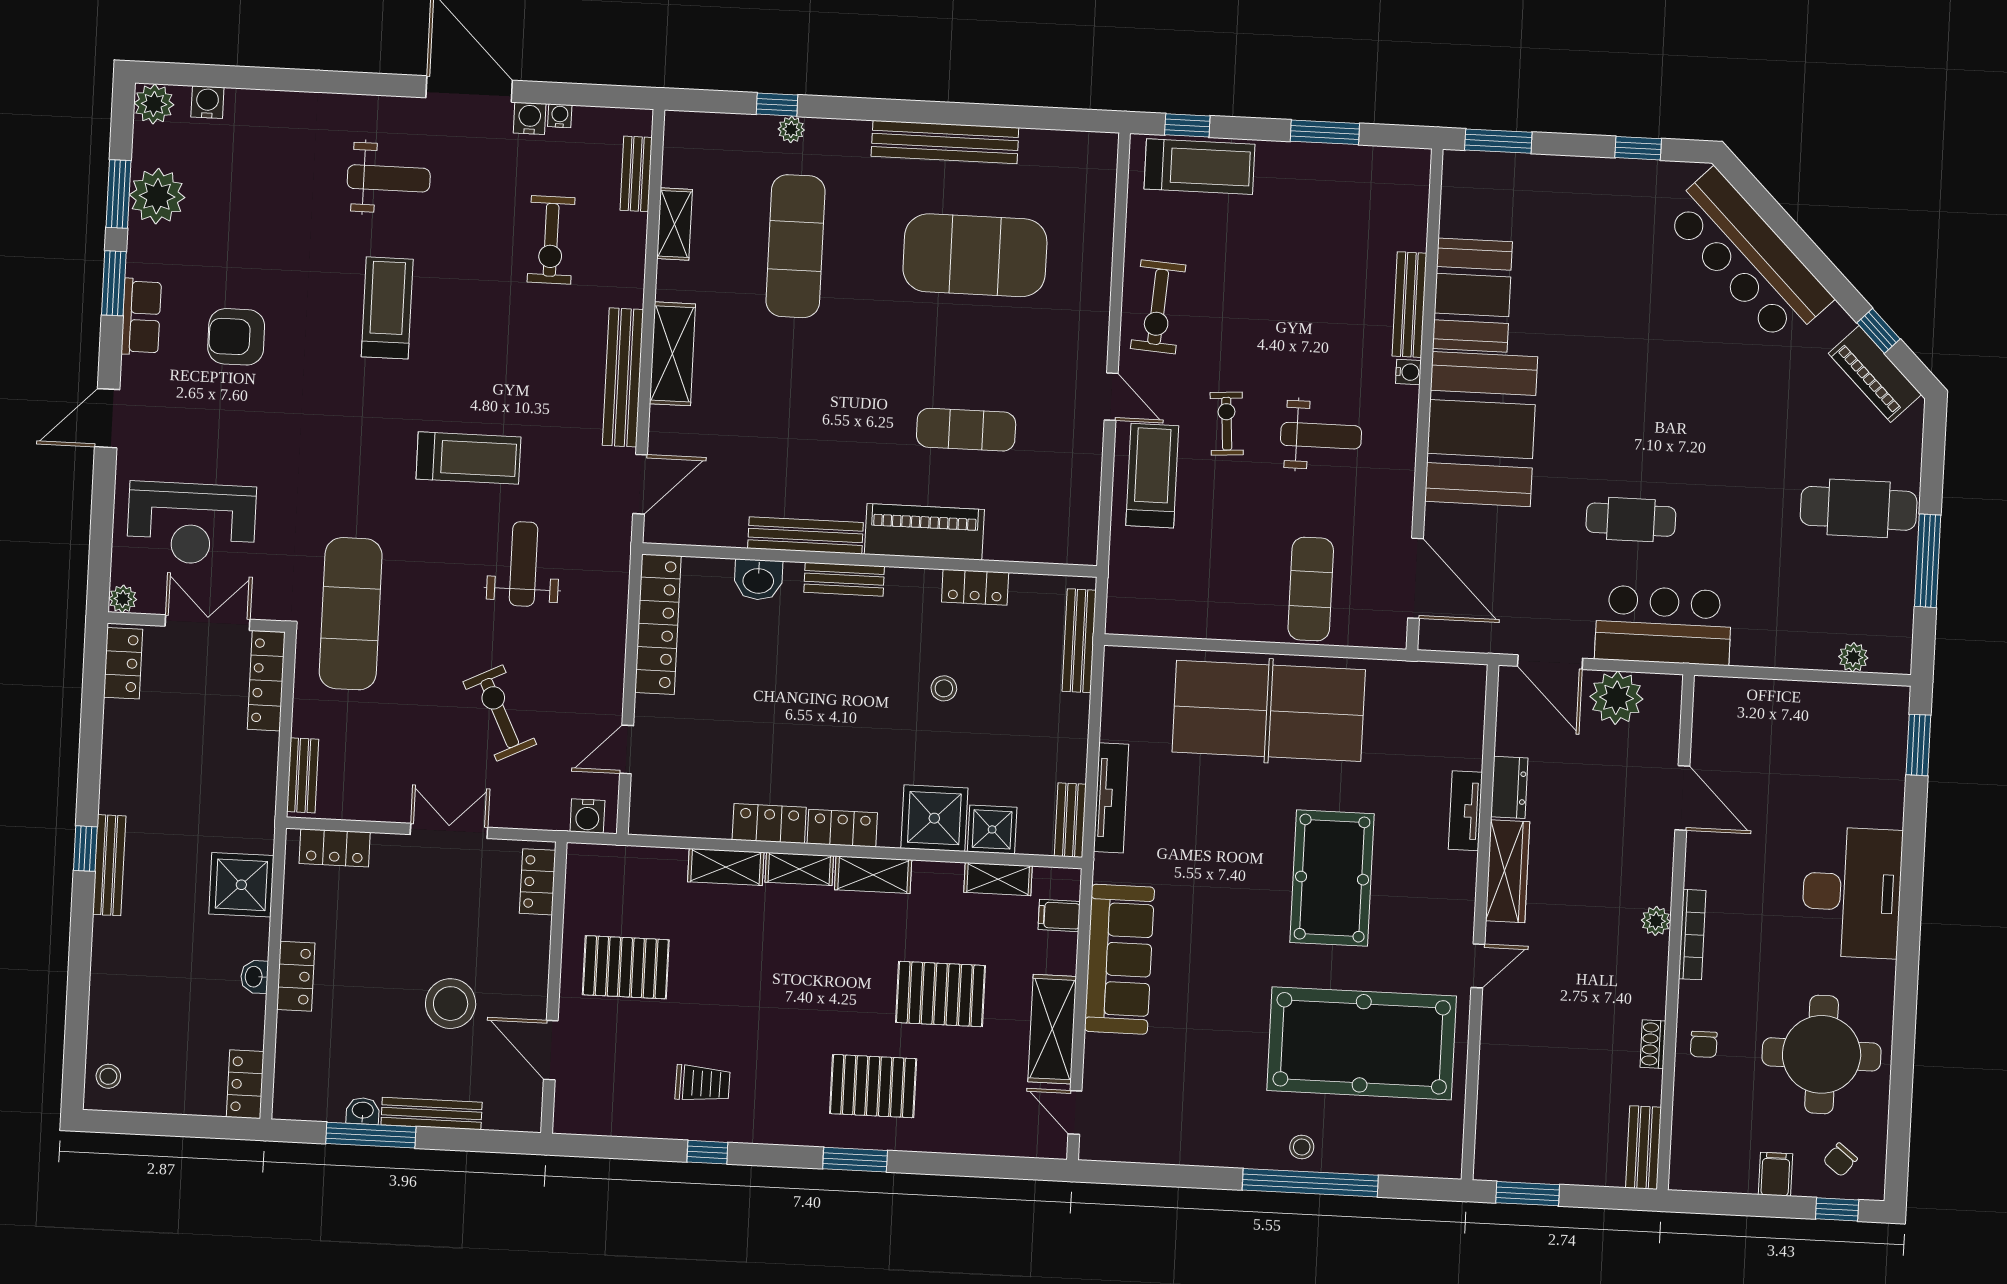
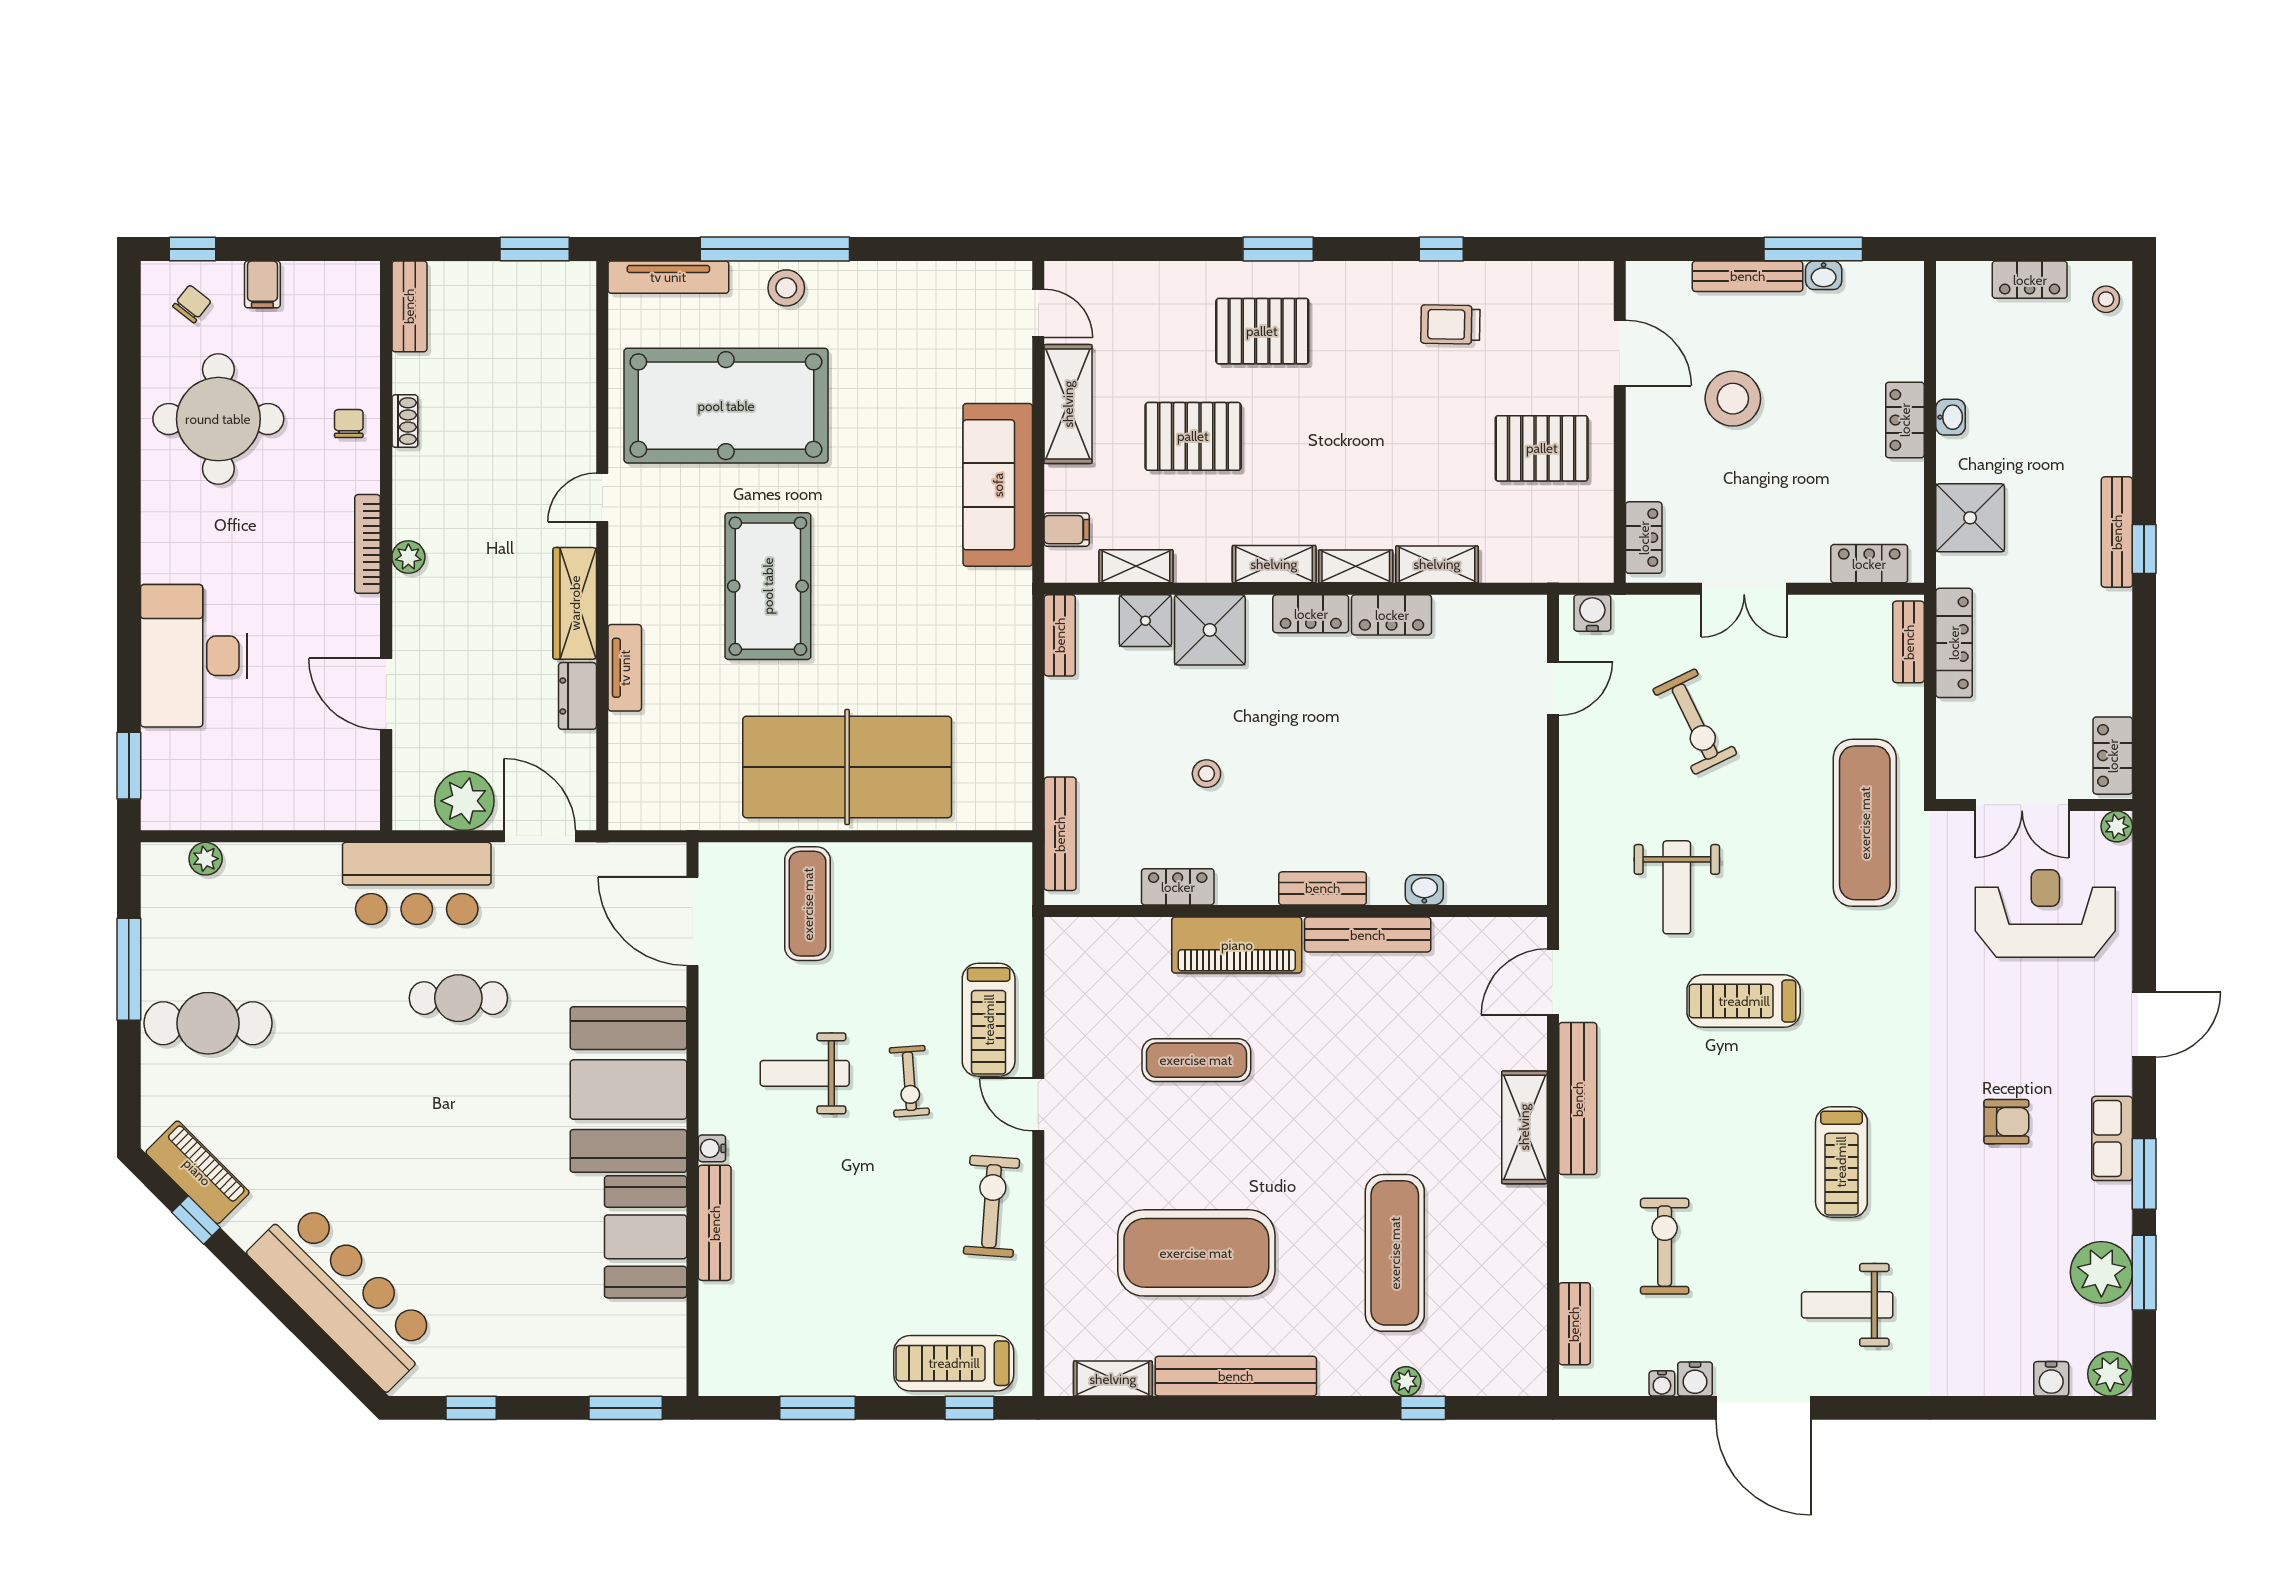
shelving: (675, 224) -> (1113, 1379), moved, turned 90
armchair: (236, 337) -> (2006, 1122), width x0.72, depth x0.72
washbasin: (758, 580) -> (1424, 890), width x0.72, depth x0.69
locker: (658, 624) -> (1525, 828), removed
locker: (266, 681) -> (1954, 643), moved
tv unit: (1111, 798) -> (668, 277), moved, turned -90
desk: (1852, 892) -> (194, 656), moved
locker: (245, 1084) -> (2030, 280), moved, turned 90
stool: (1302, 1147) -> (786, 288), width x1.37, depth x1.37

